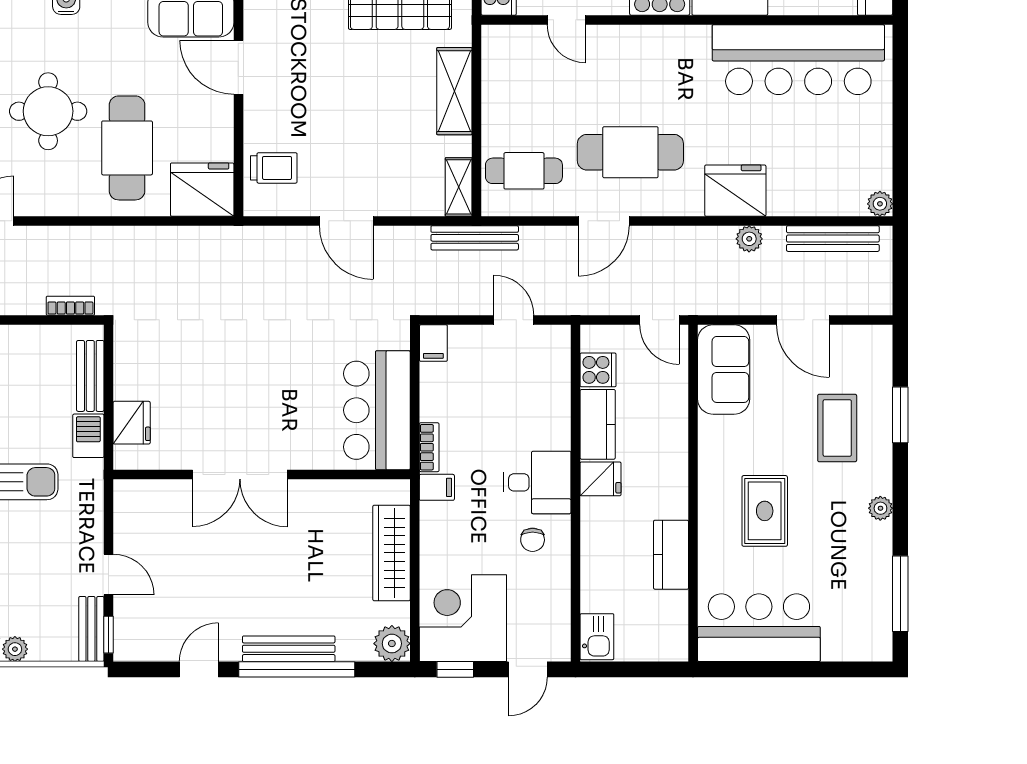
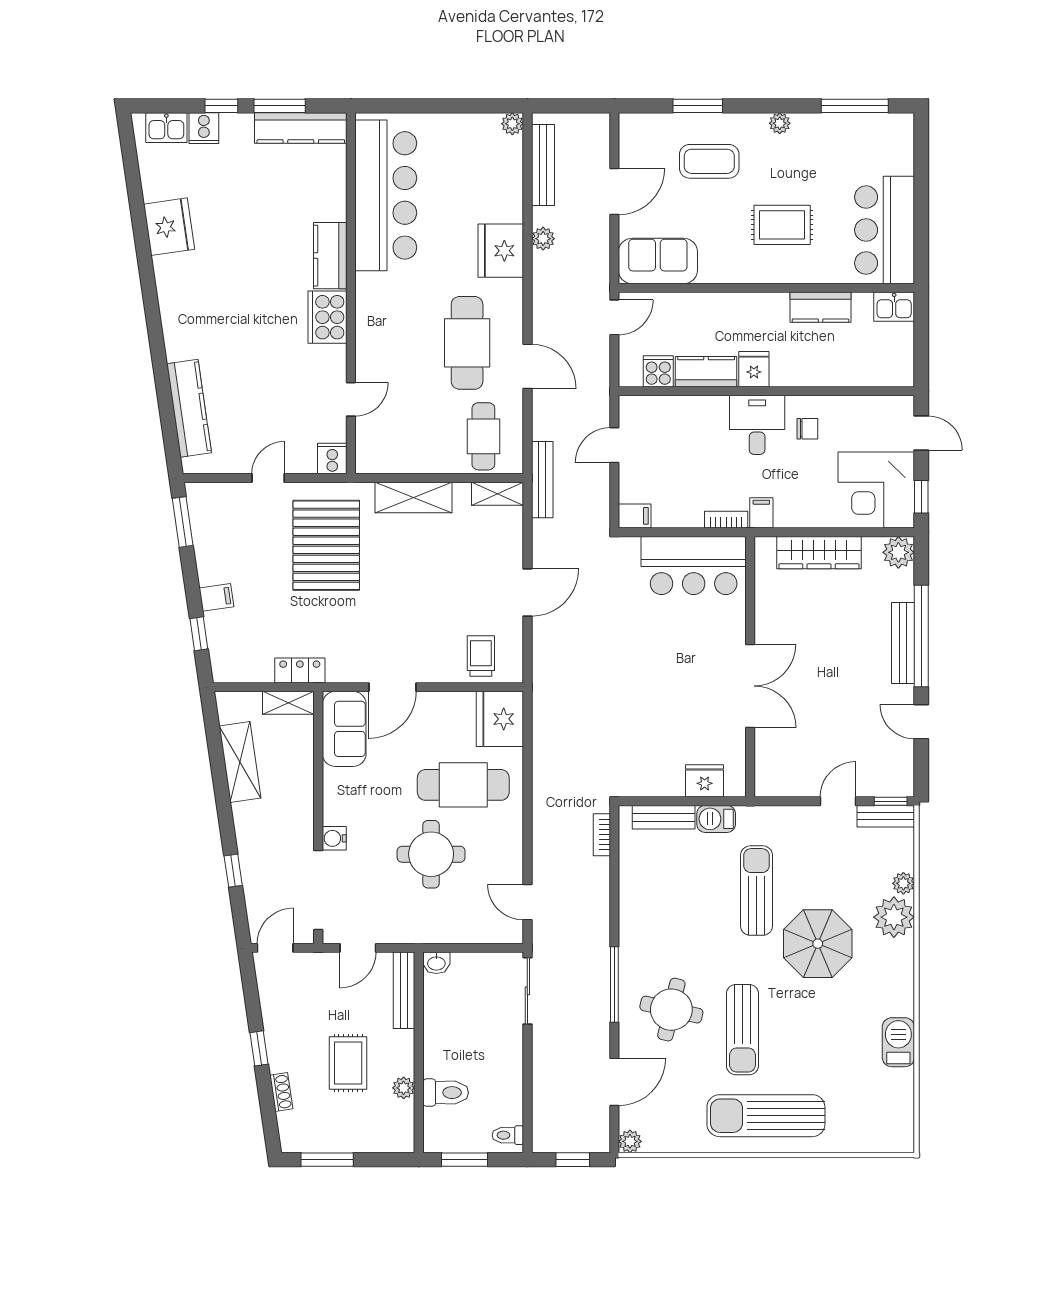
kitchen sink: (597, 637) -> (894, 307), moved, turned 180

